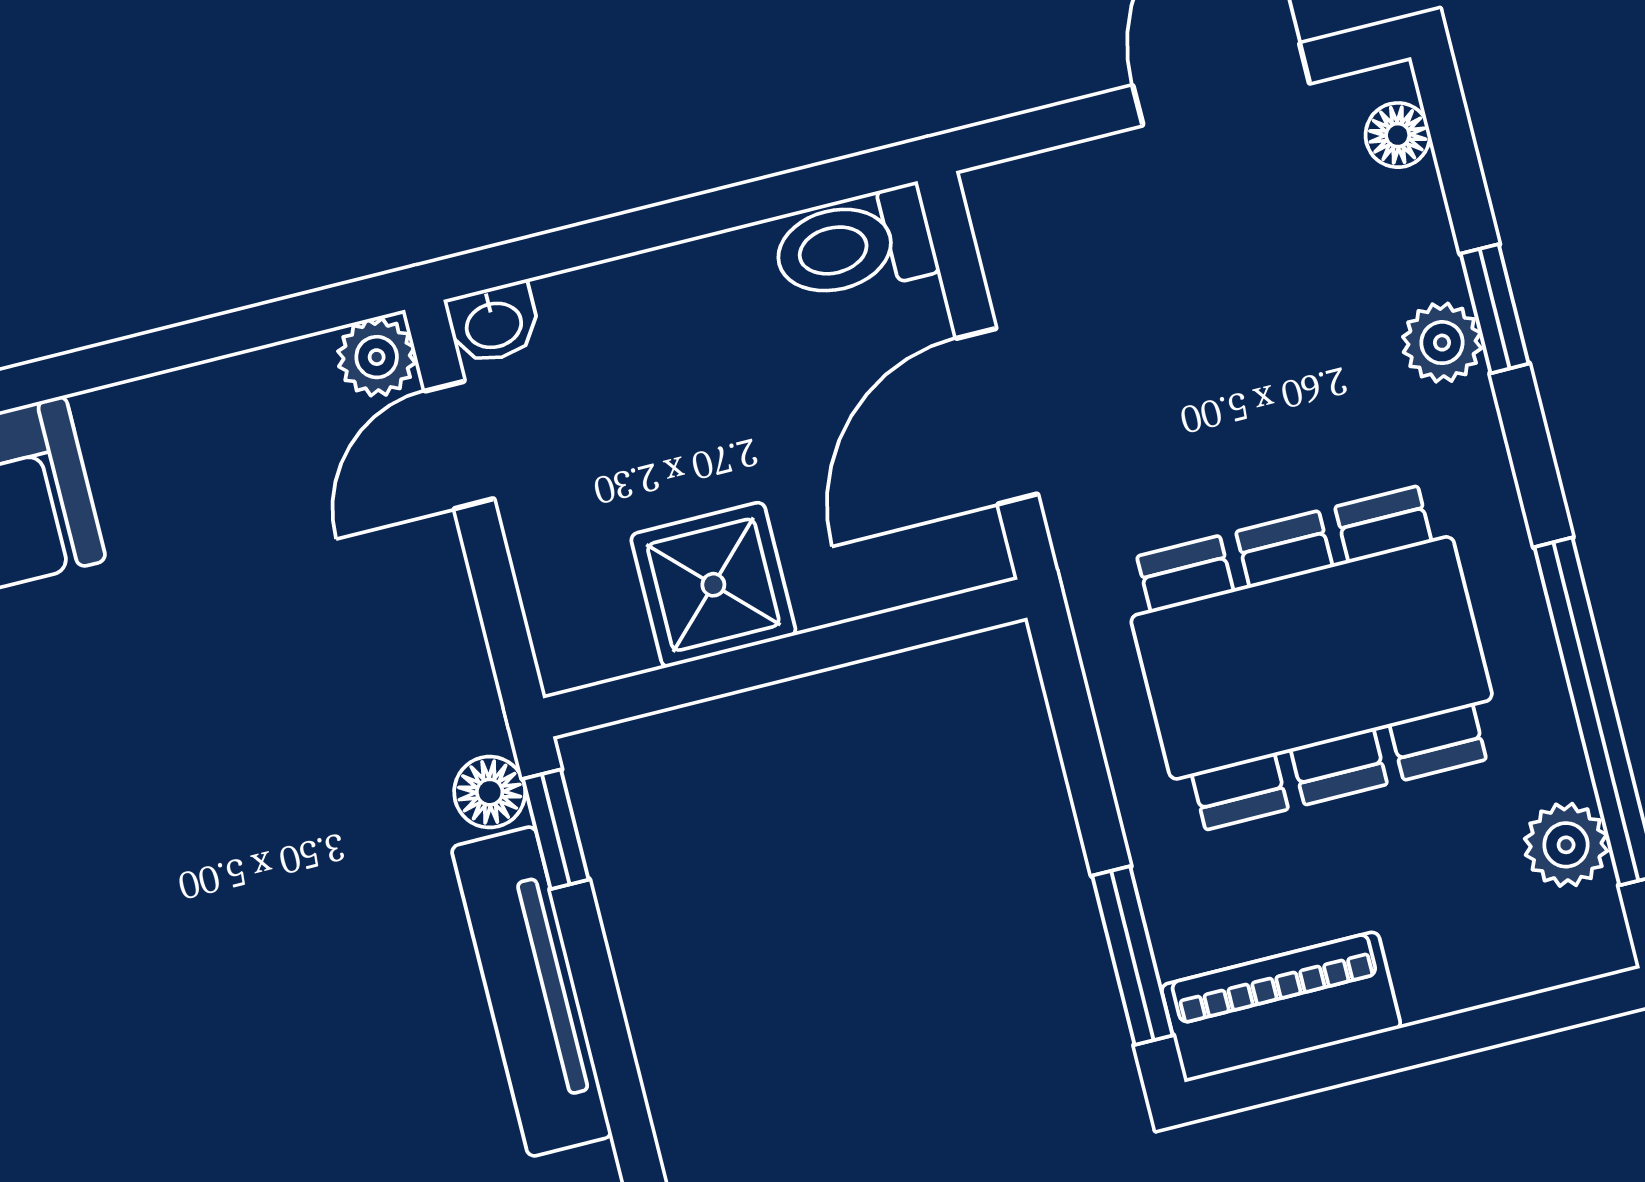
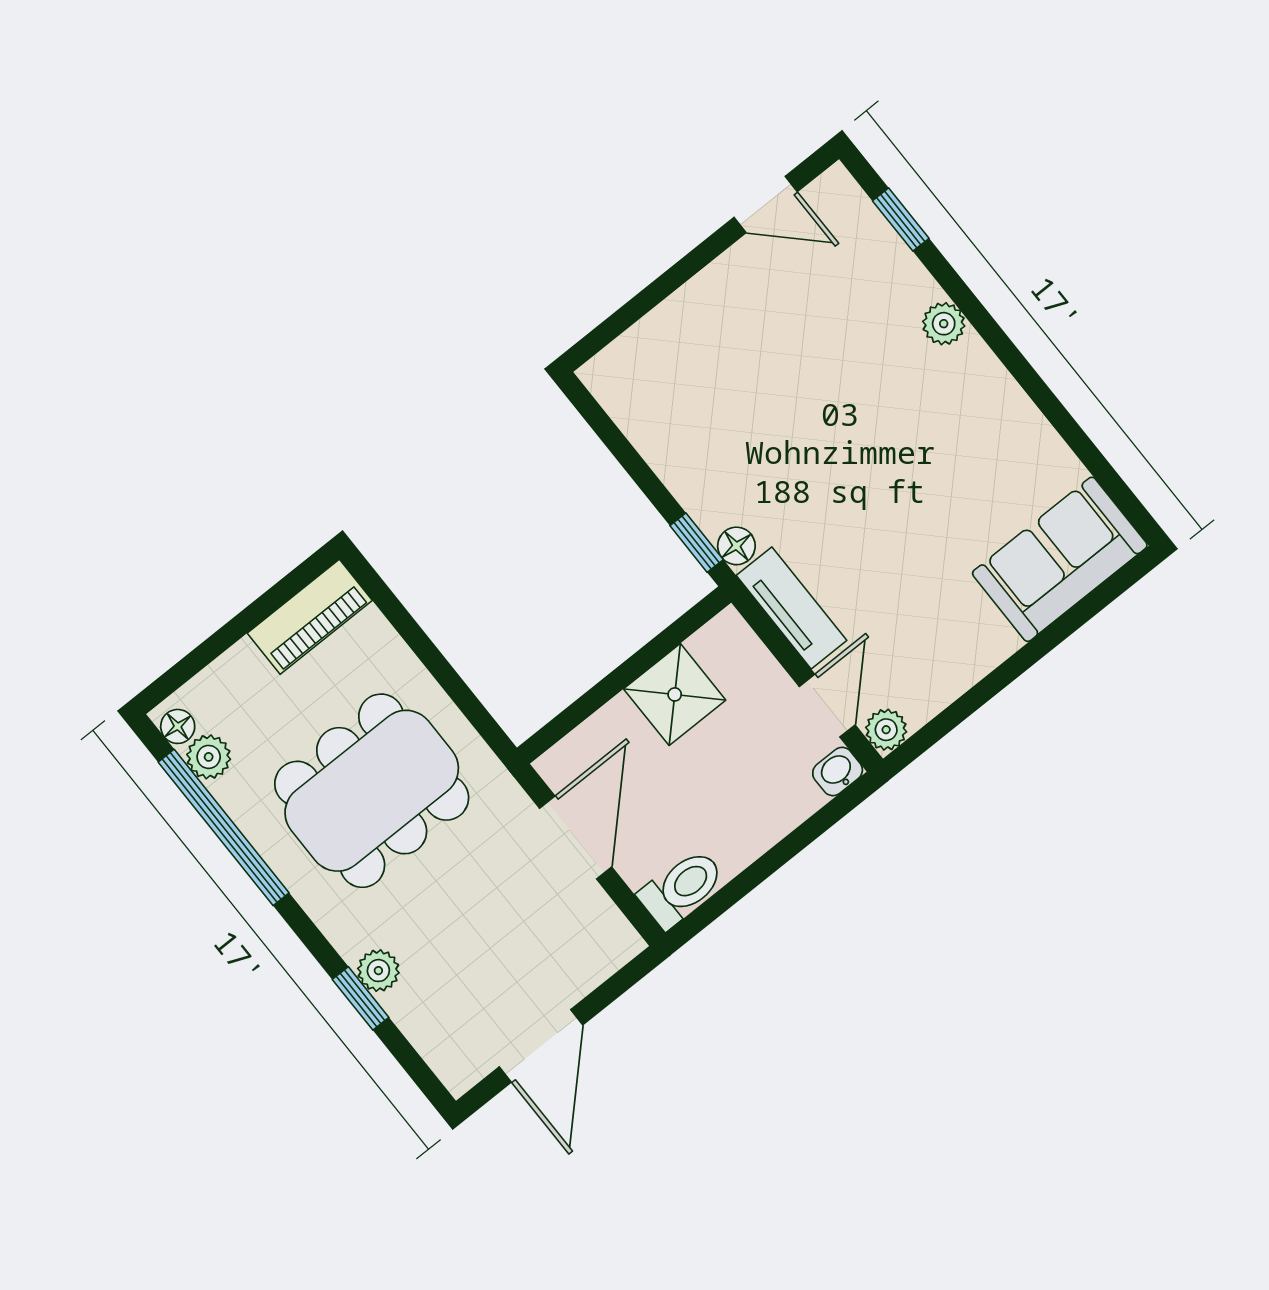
floor lamp: (1398, 135) -> (178, 726), moved
window: (1132, 956) -> (392, 609), removed
tv unit: (532, 991) -> (791, 608), moved, width x0.71

